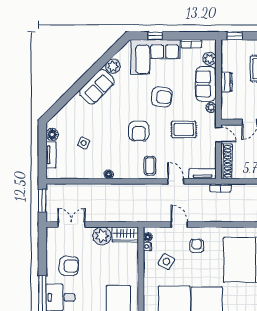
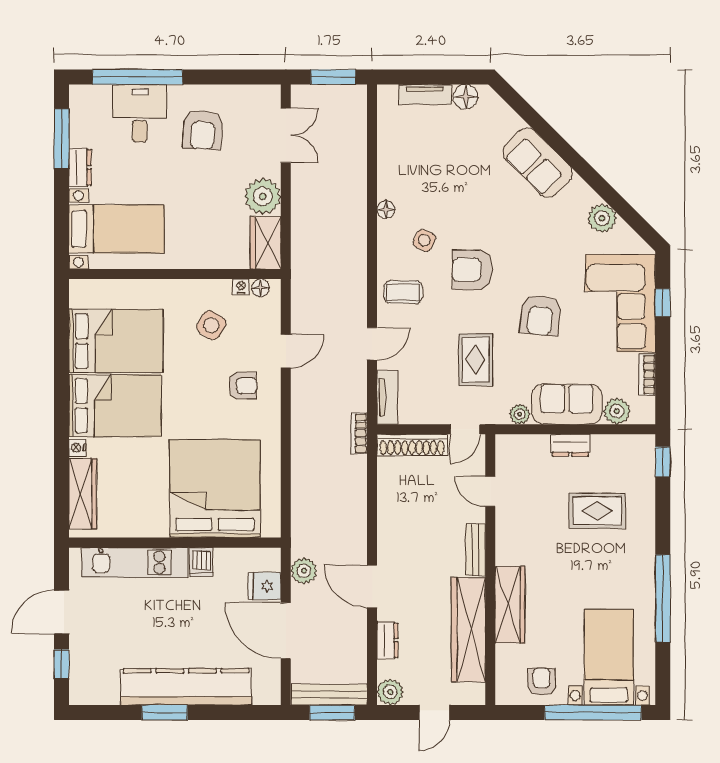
sofa: (97, 87) -> (538, 163), moved
side table: (84, 143) -> (424, 240), moved

